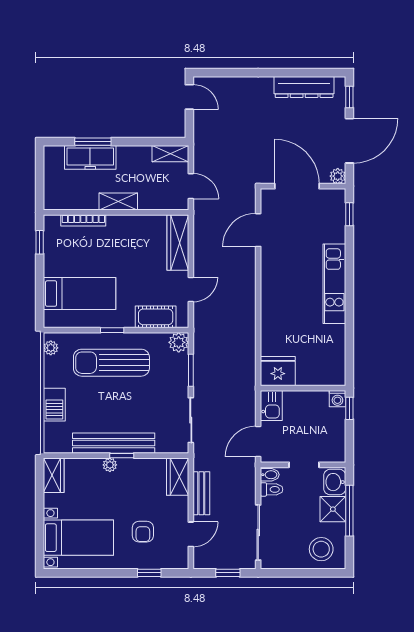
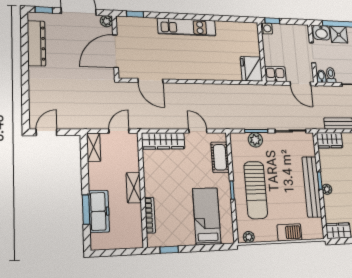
plant: (179, 342) -> (255, 140), moved

